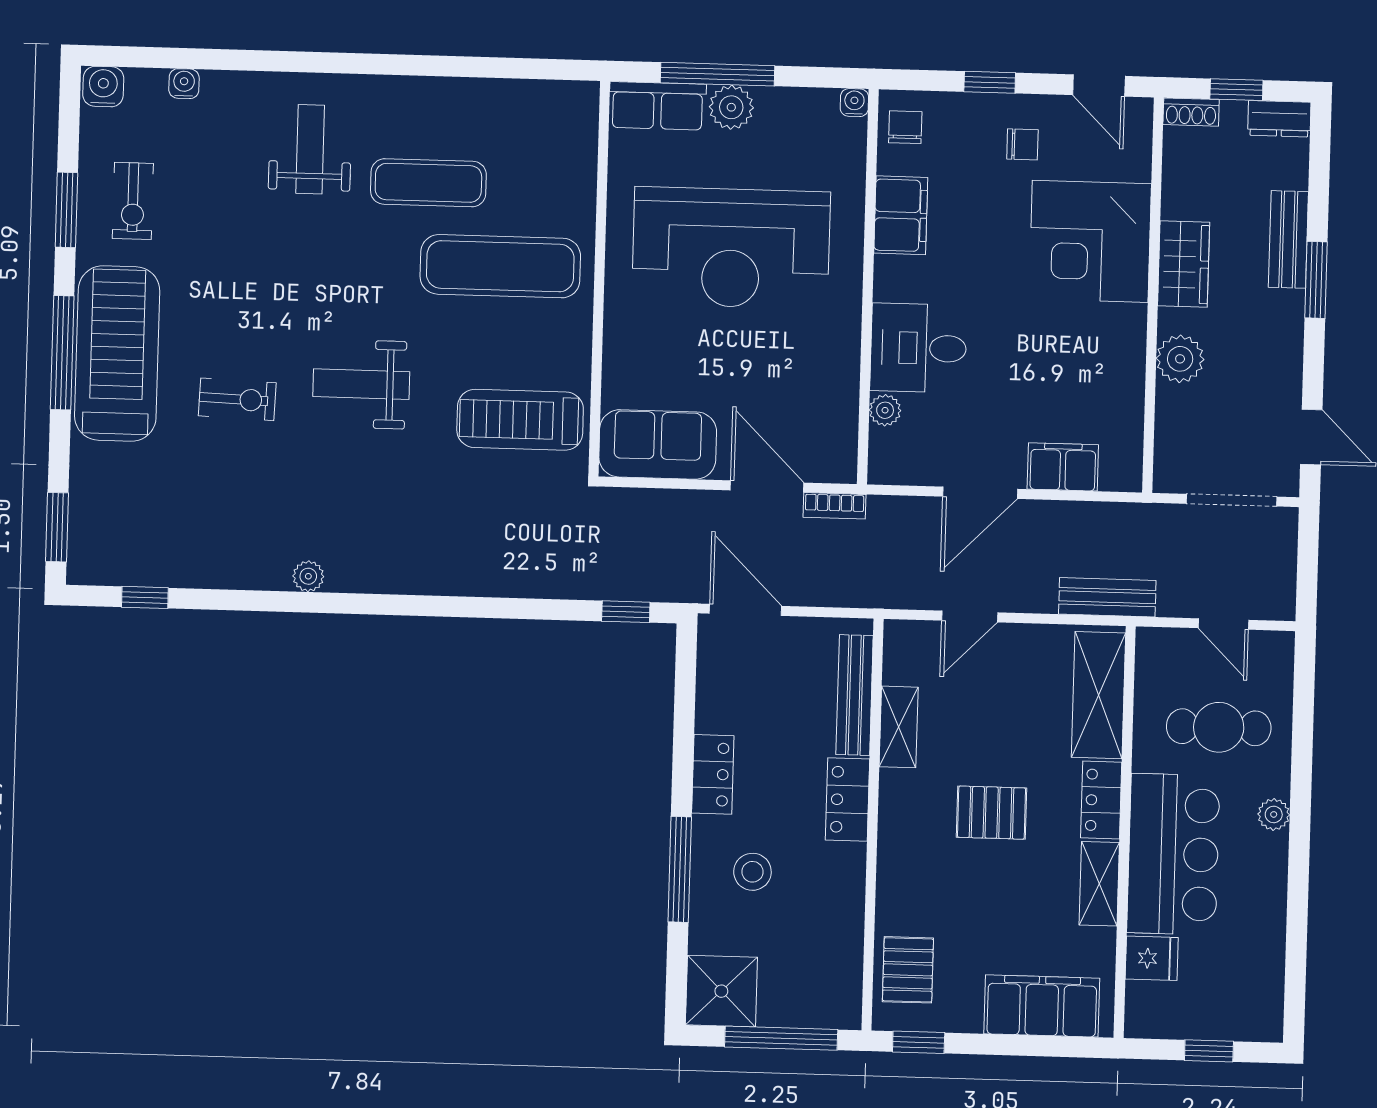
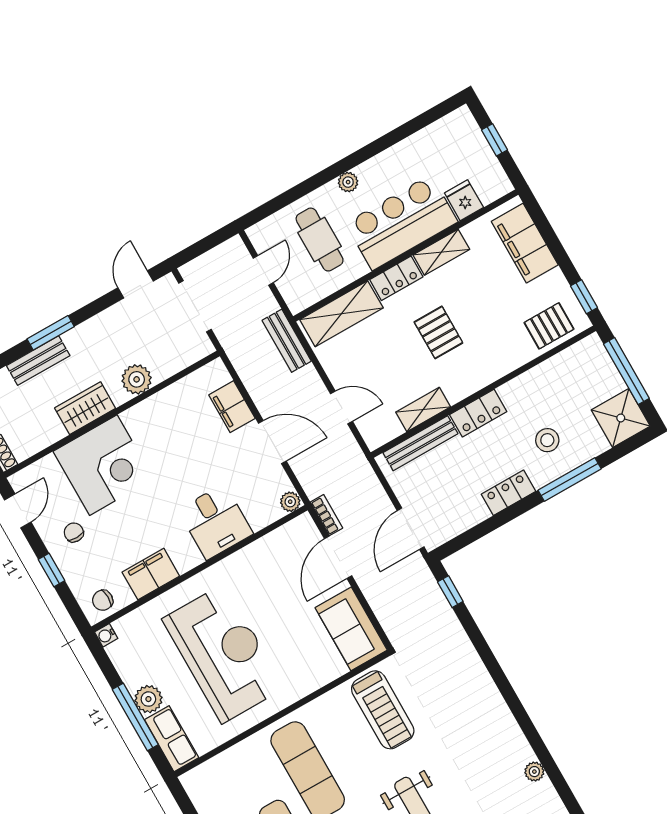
plant: (885, 410) -> (290, 502), moved

